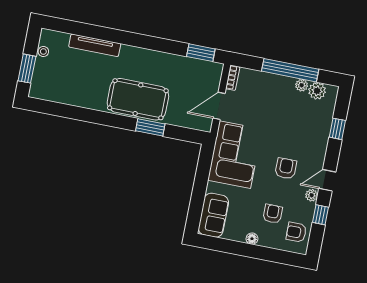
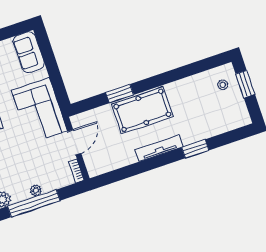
tv unit: (95, 45) -> (159, 148), moved
stool: (43, 52) -> (223, 85), moved
window: (201, 53) -> (195, 149), moved
plant: (302, 85) -> (36, 191), moved

